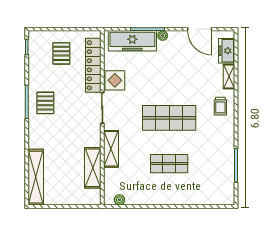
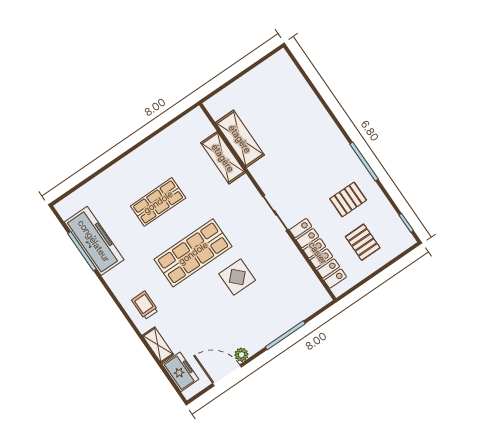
plant: (163, 36) -> (241, 355), moved
freezer: (132, 41) -> (94, 241), moved, turned 90
display table: (115, 80) -> (237, 277), moved
pallet: (45, 103) -> (348, 199), moved, turned 90
shelving: (111, 149) -> (223, 158), moved
shelving: (36, 177) -> (296, 84), removed
plant: (119, 200) -> (186, 123), removed

